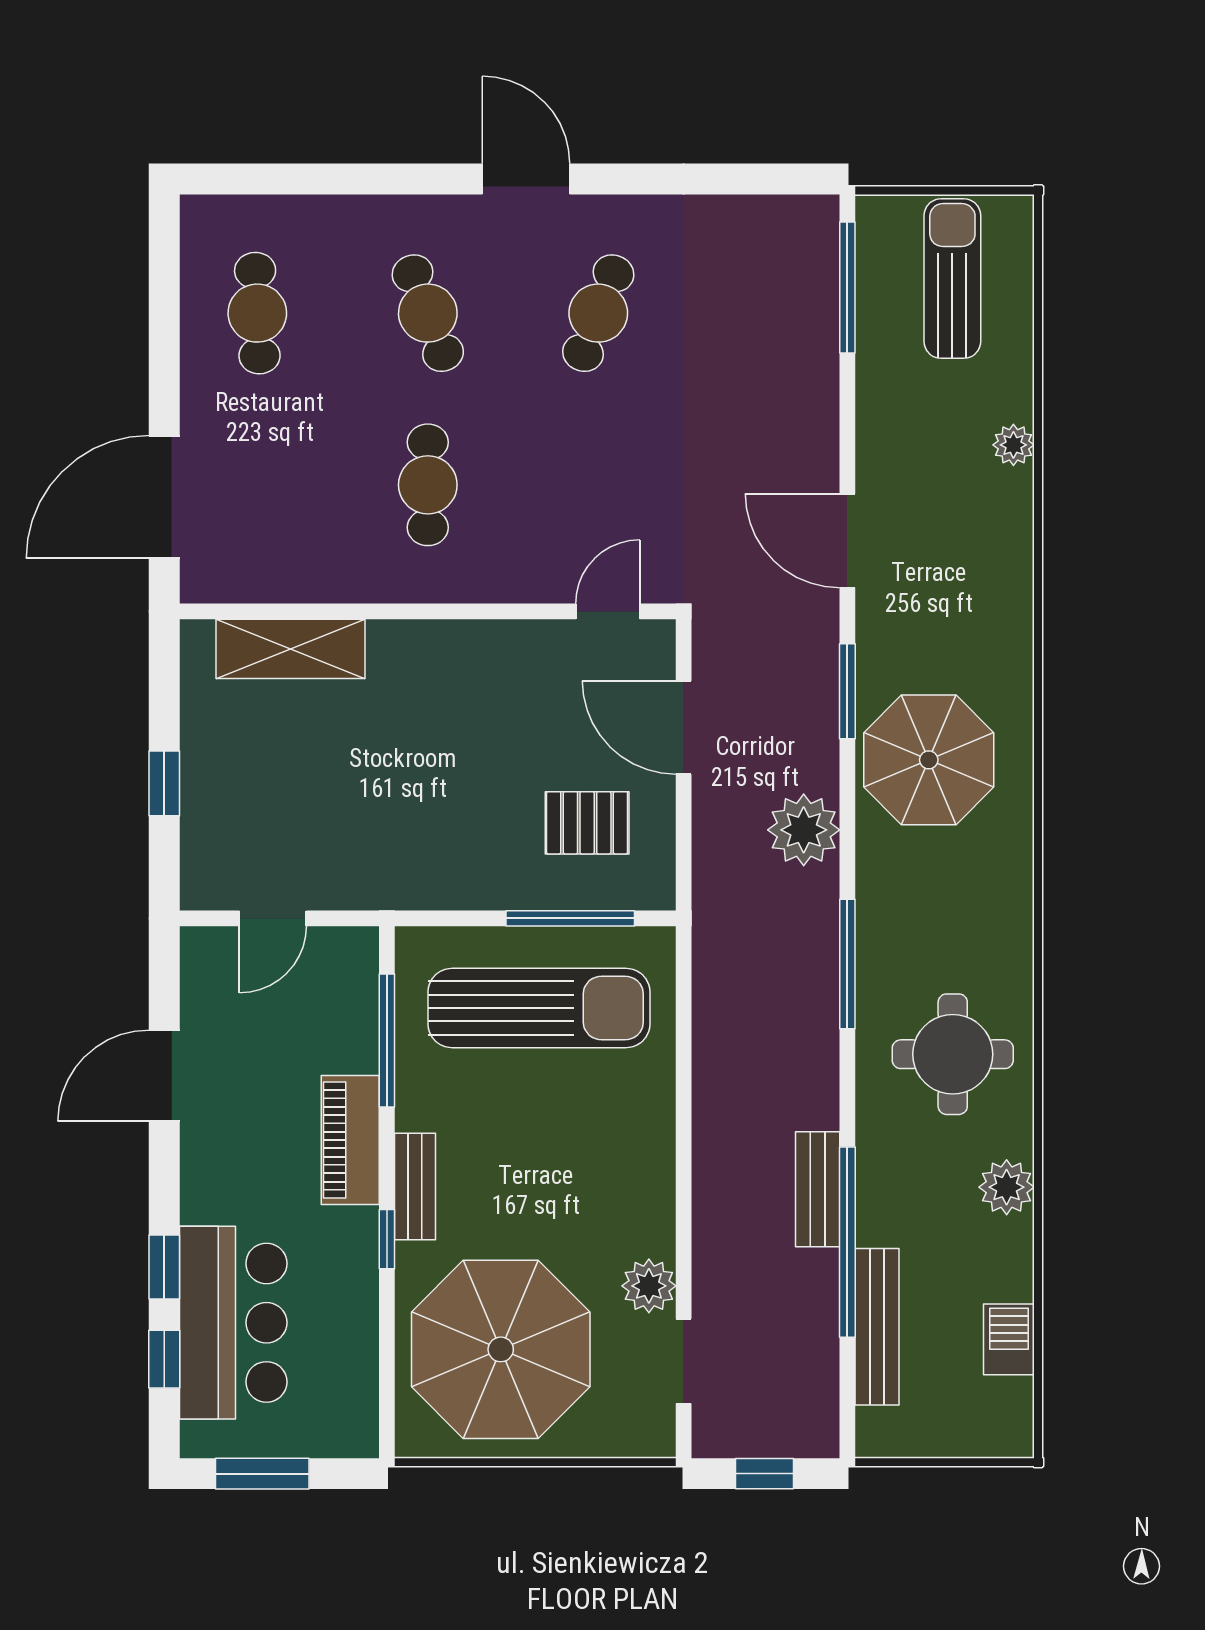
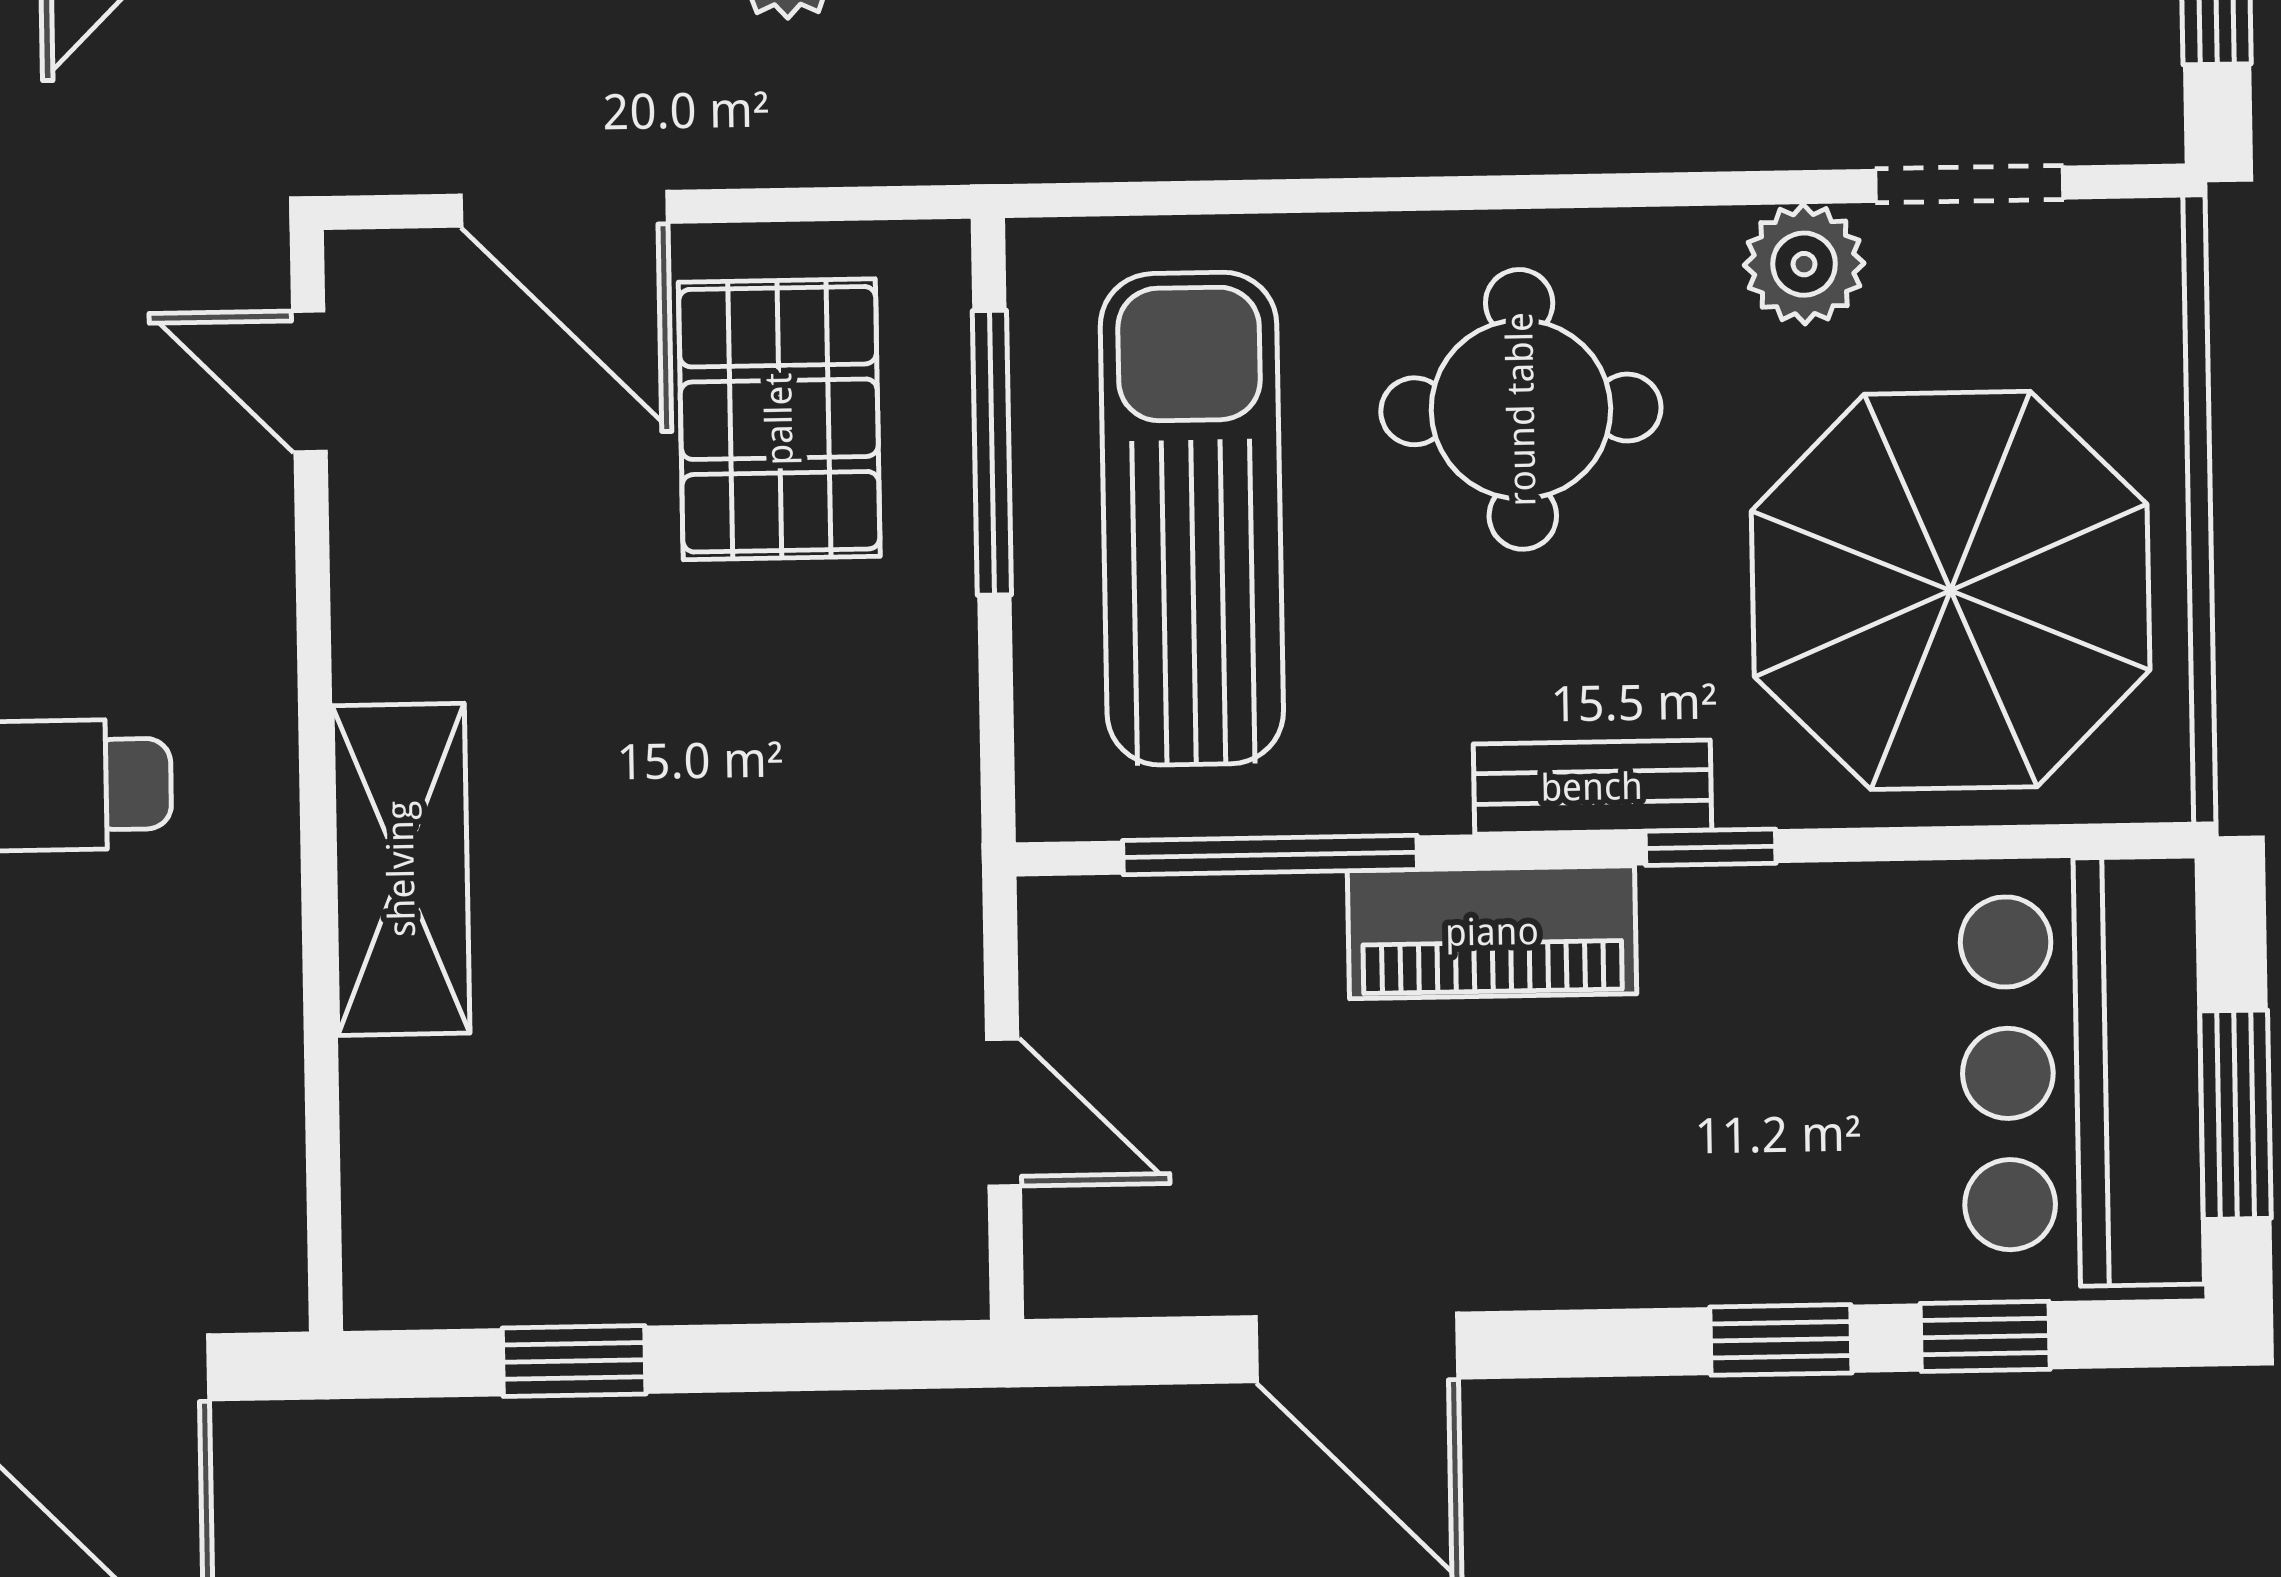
shelving: (290, 649) -> (401, 869), moved
door: (684, 728) -> (564, 209), hinge flipped
window: (164, 783) -> (574, 1361), moved
pallet: (587, 823) -> (779, 419), width x1.50, depth x1.42
round table: (586, 1157) -> (1521, 409), added
bar counter: (233, 1323) -> (2082, 1072), moved, turned -90

